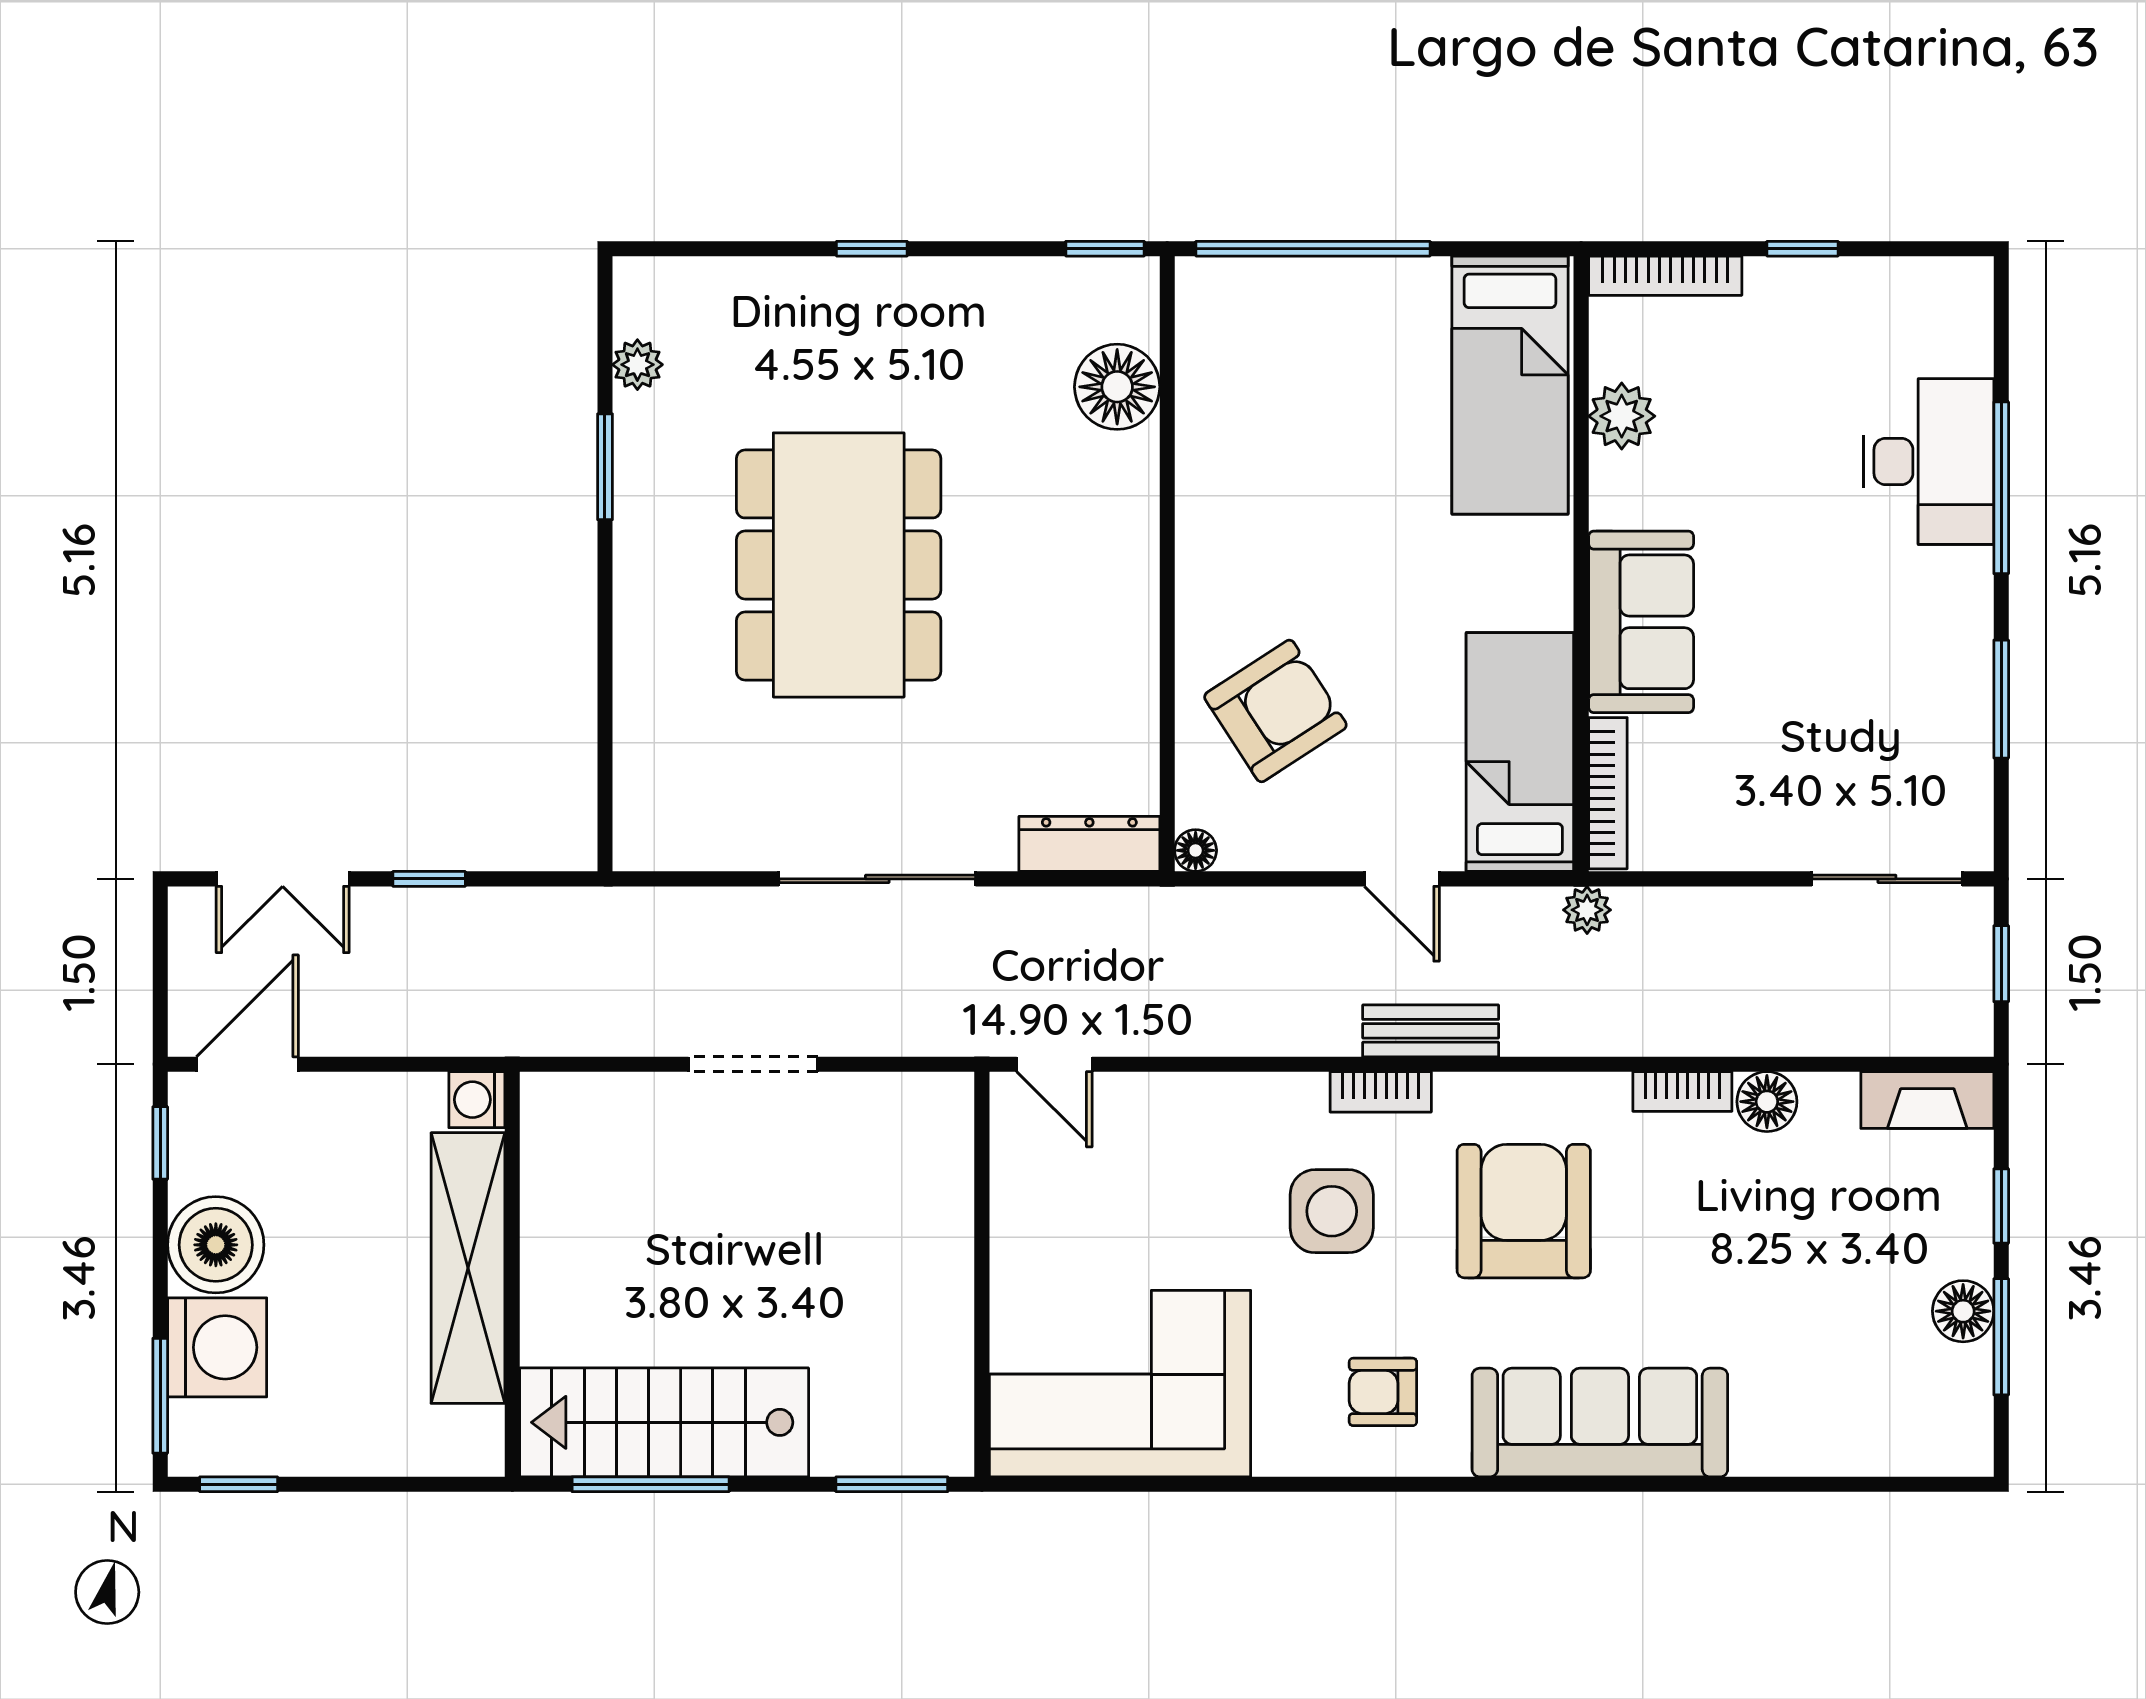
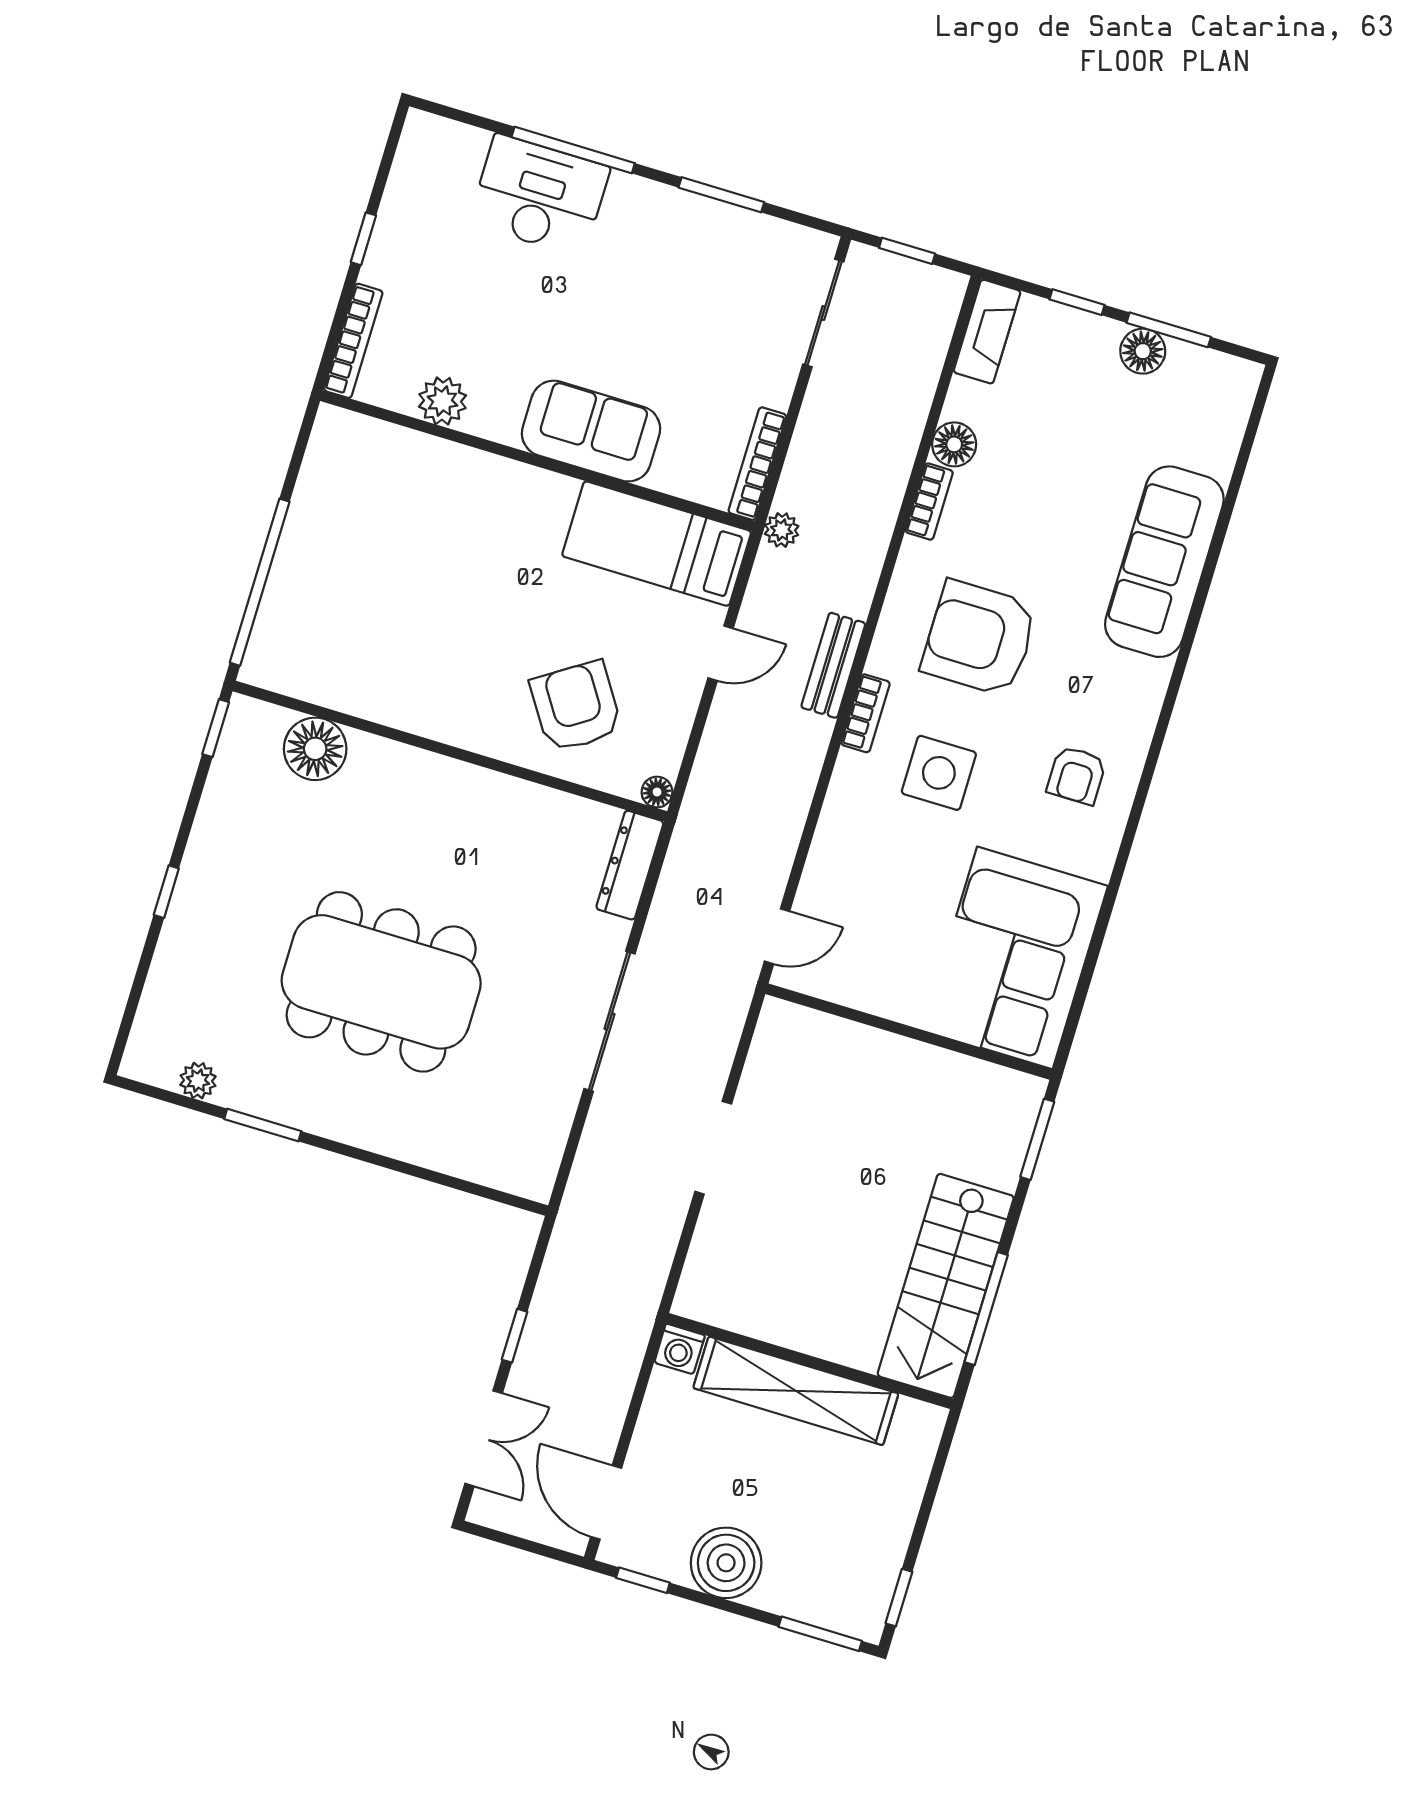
bed: (1510, 385) -> (397, 473), removed
bookcase: (1608, 793) -> (757, 464), moved, turned -90
washing machine: (217, 1347) -> (798, 1584), removed
sofa: (1600, 1423) -> (1164, 562), moved

